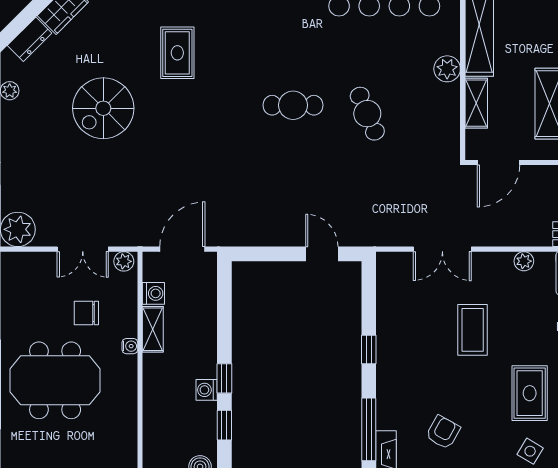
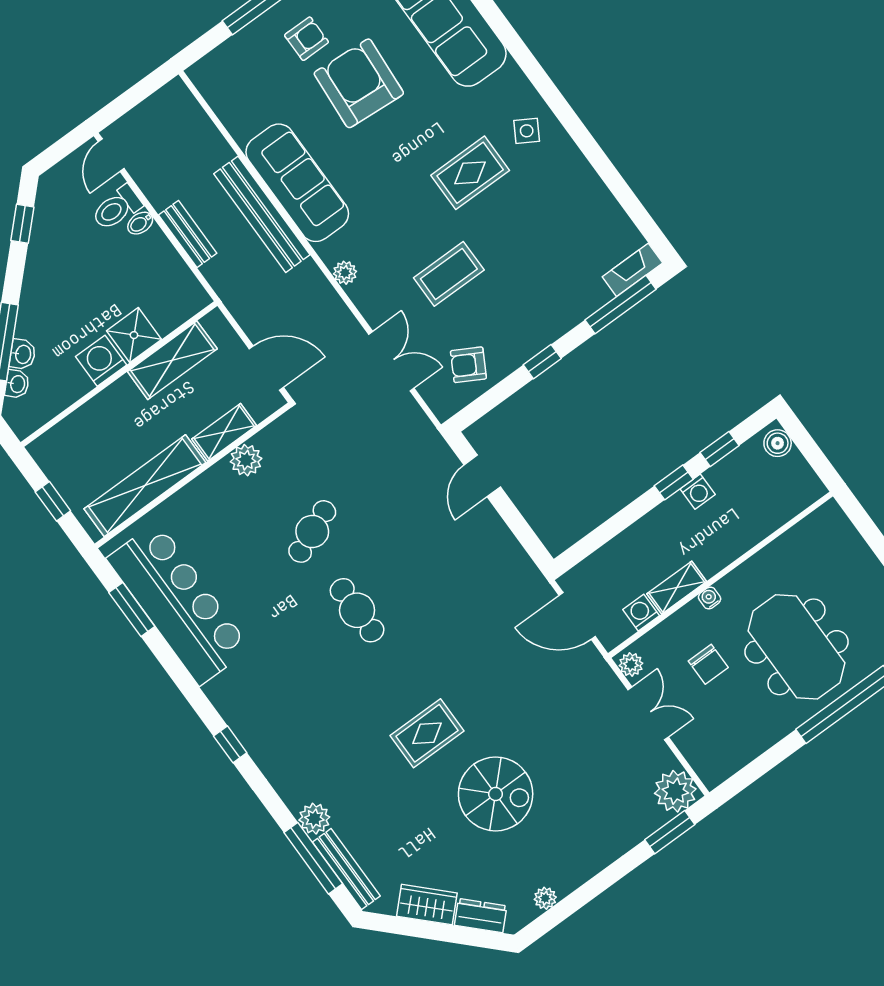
rug: (177, 53) -> (427, 733), moved
plant: (447, 69) -> (246, 460), moved
armchair: (443, 432) -> (468, 365), moved

